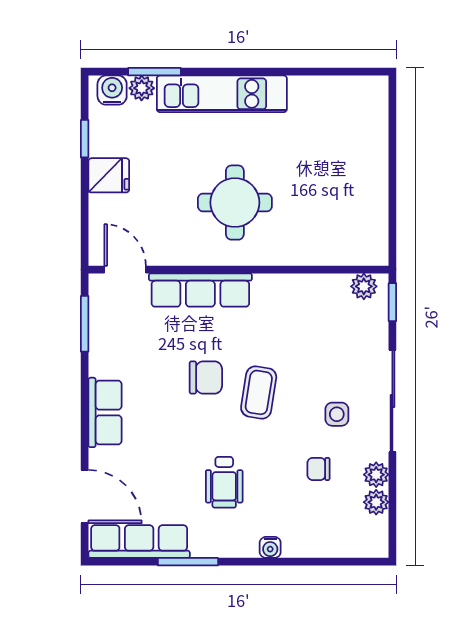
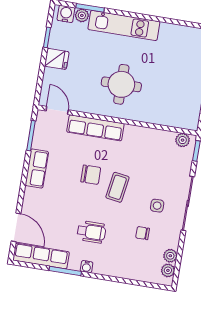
row of seats: (105, 412) -> (37, 168), moved
plant: (376, 475) -> (168, 270), moved
wheelchair: (224, 482) -> (91, 232), turned -90
water cooler: (270, 547) -> (87, 267), moved

